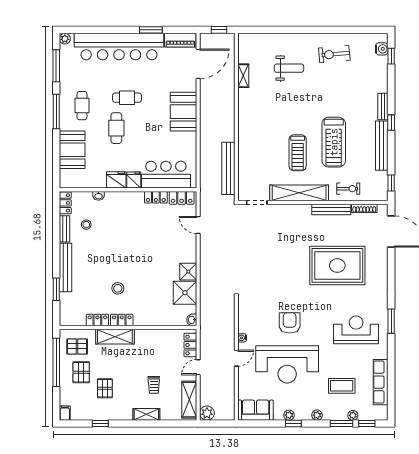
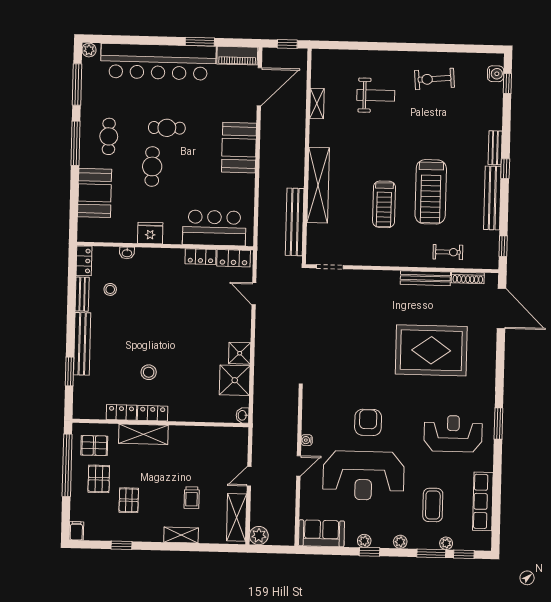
fridge: (134, 180) -> (173, 234), removed
shelving: (299, 193) -> (318, 185), moved, turned 90
locker: (190, 345) -> (240, 447), removed
coffee table: (342, 386) -> (433, 505), turned 90

